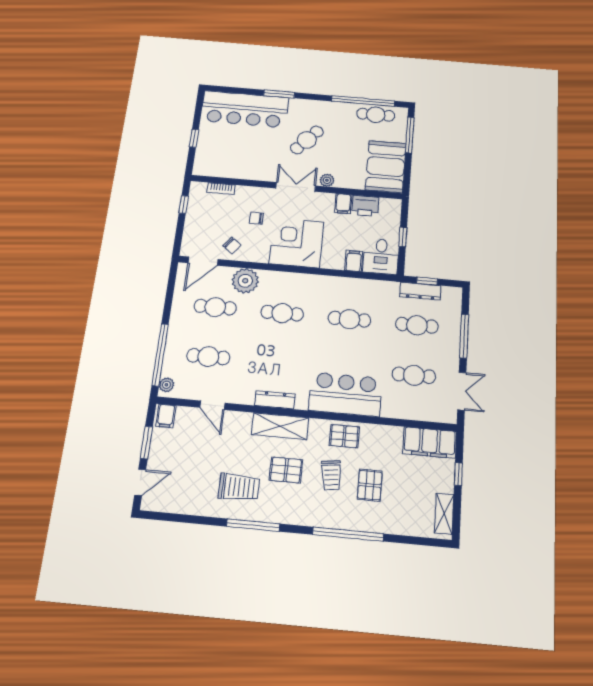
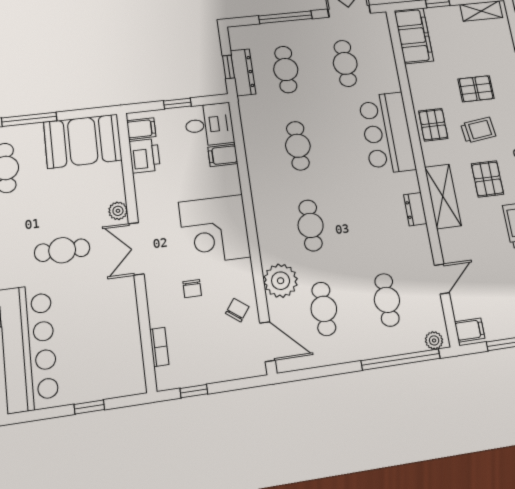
cafe table: (307, 140) -> (62, 250), turned -41
filing cabinet: (343, 204) -> (141, 129), moved
dresser: (275, 400) -> (415, 209), width x0.70

